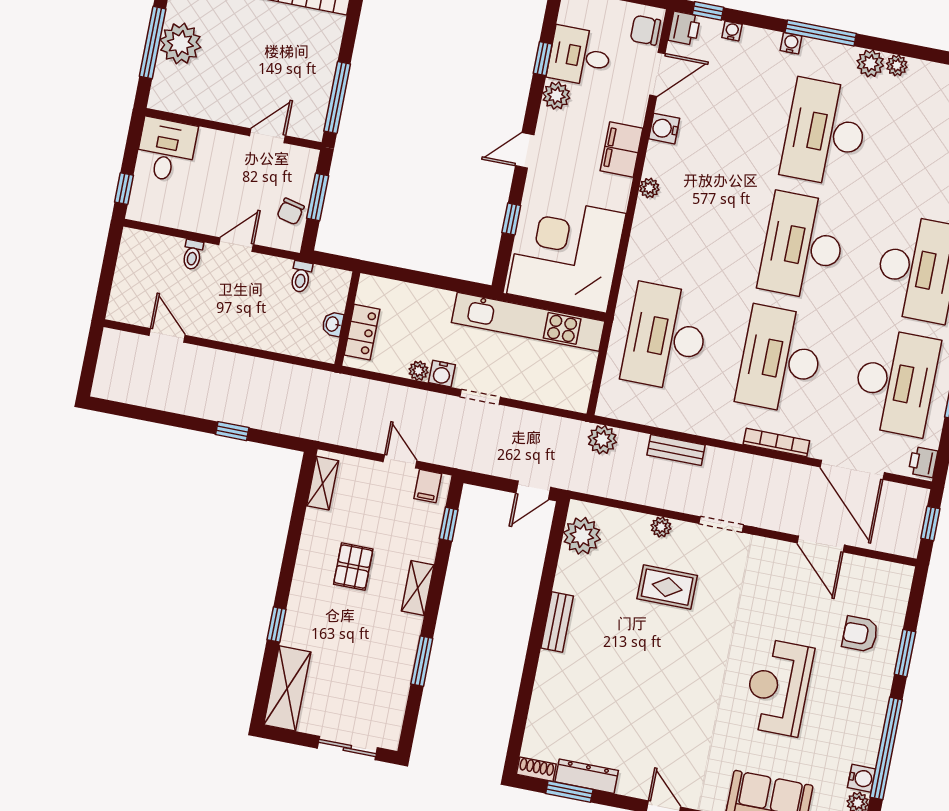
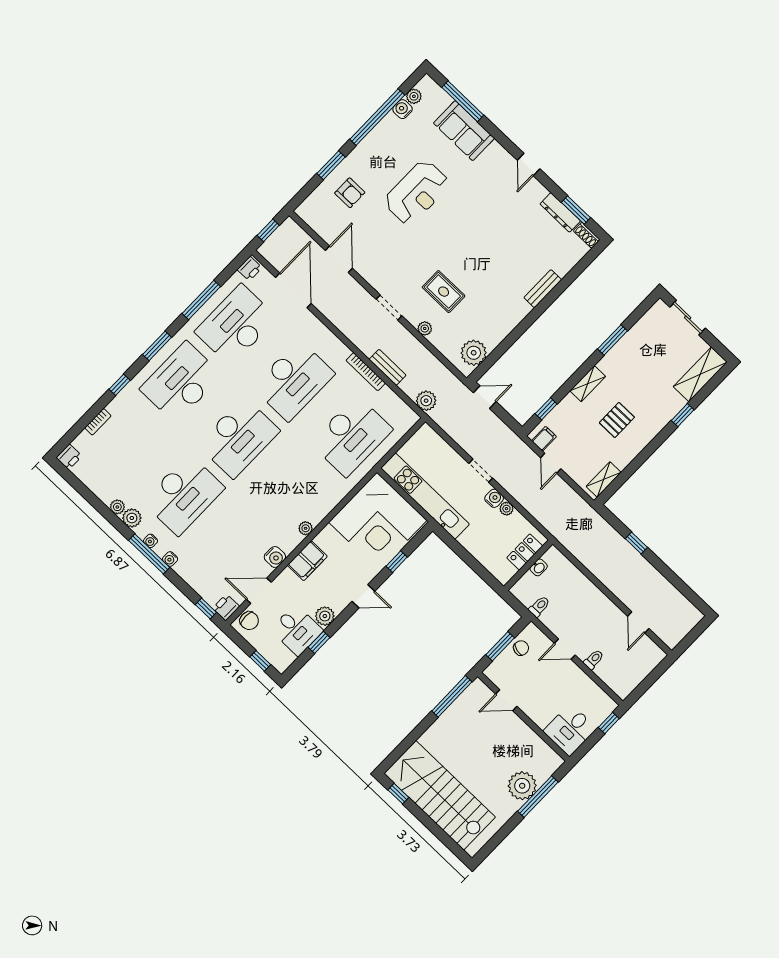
water cooler: (732, 31) -> (151, 541), moved
bookcase: (776, 443) -> (366, 372), moved
bench: (557, 622) -> (543, 289), moved

